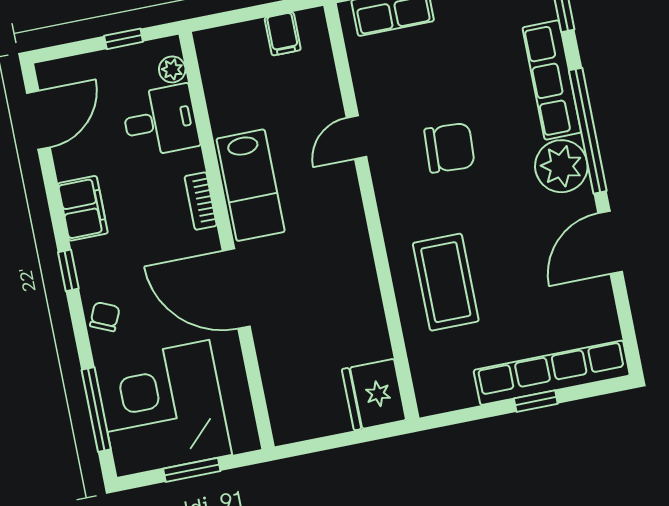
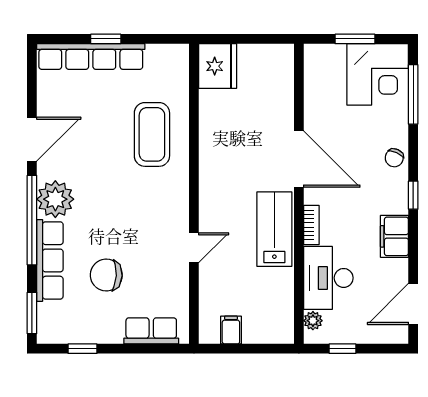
desk: (160, 121) -> (328, 278), width x1.37
chair: (450, 148) -> (106, 275), moved
corner desk: (163, 409) -> (378, 74), width x0.74, depth x0.74

